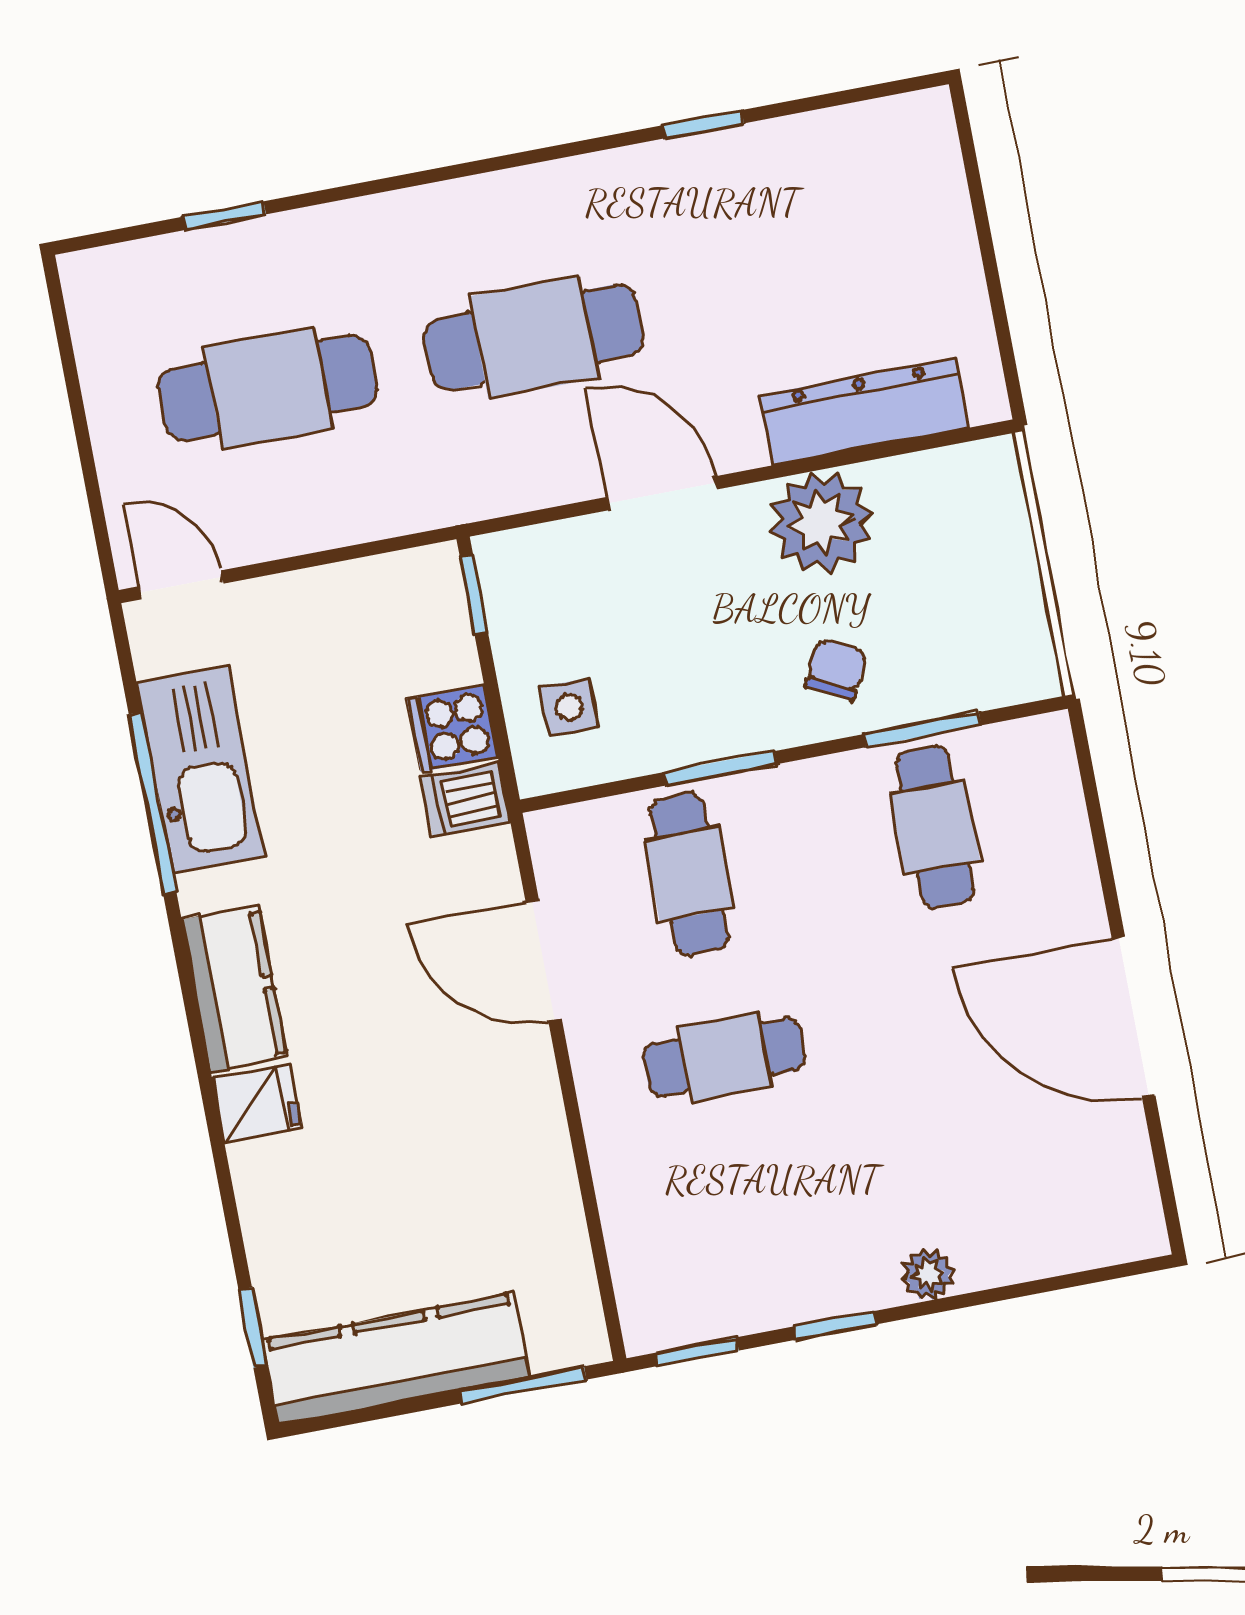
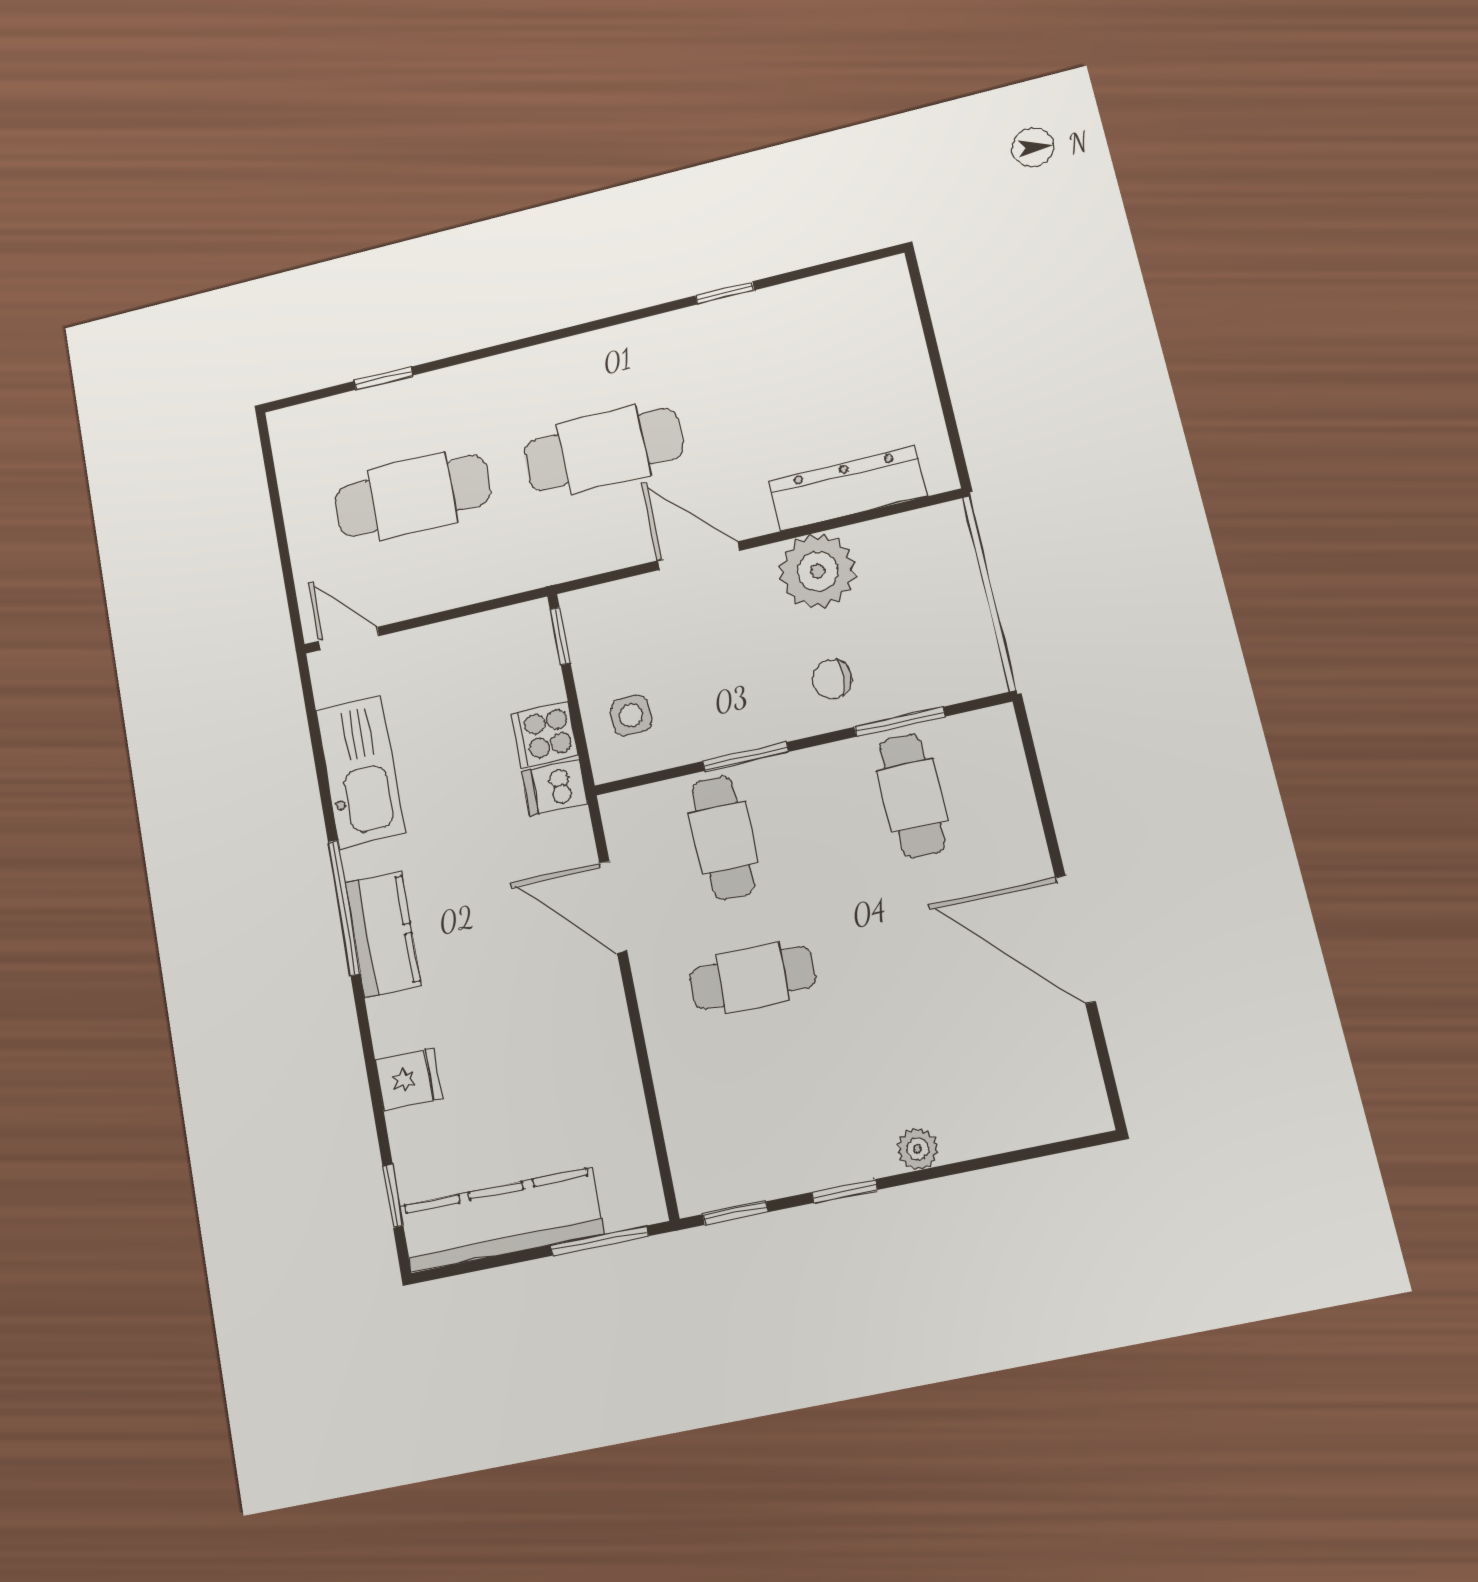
chair: (836, 669) -> (832, 679), turned -117
window: (153, 803) -> (344, 908), moved
fridge: (257, 1103) -> (408, 1079), moved

